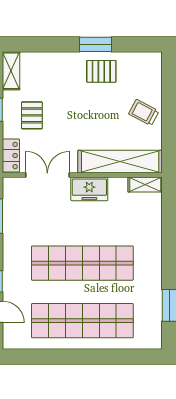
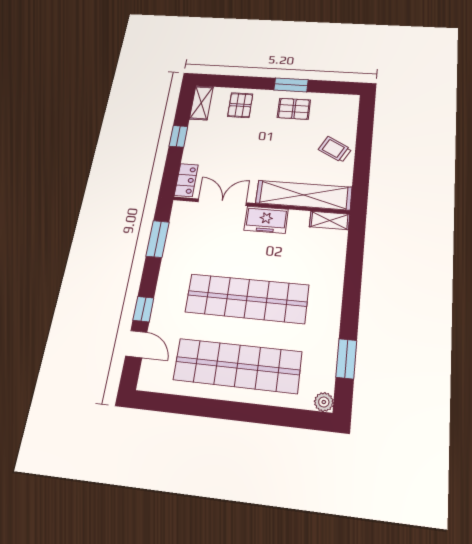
pallet: (32, 115) -> (240, 105), moved
plant: (155, 342) -> (324, 402), added

